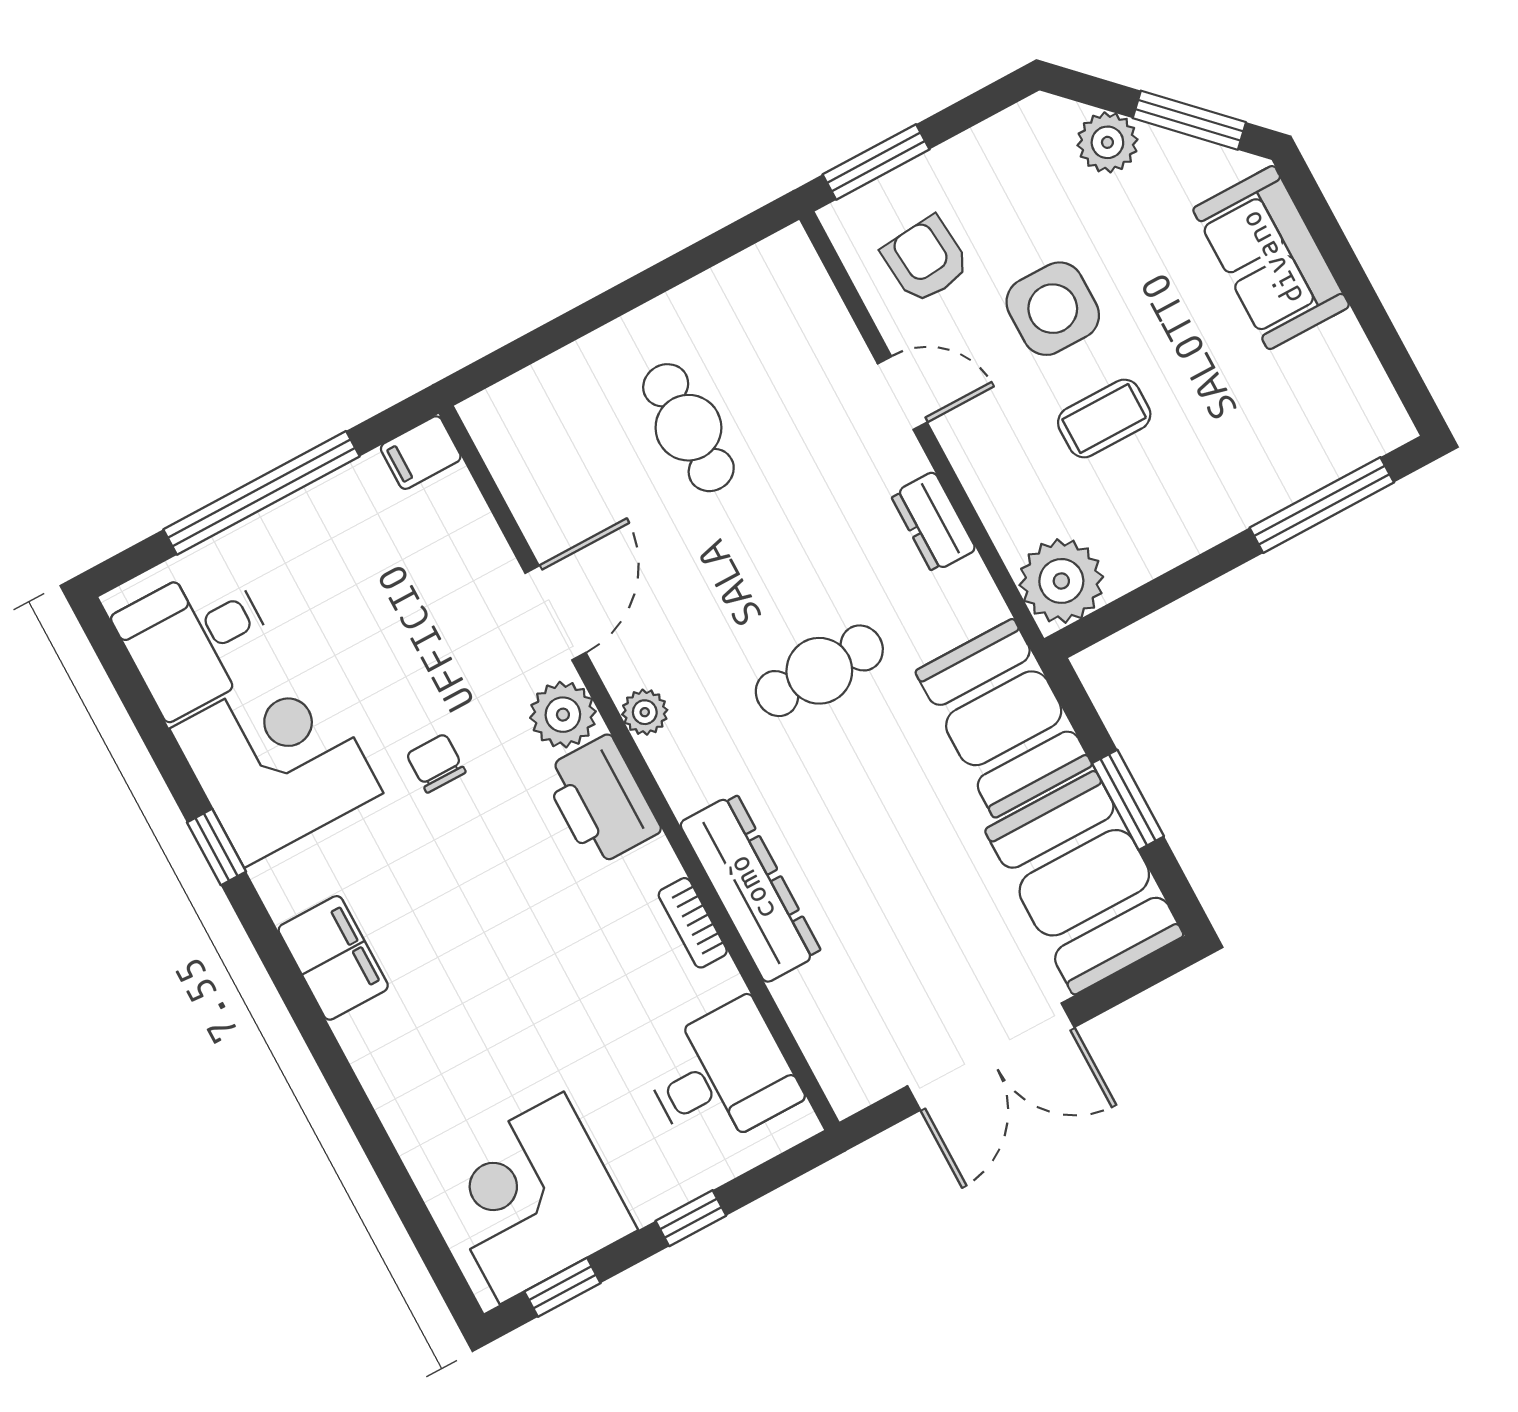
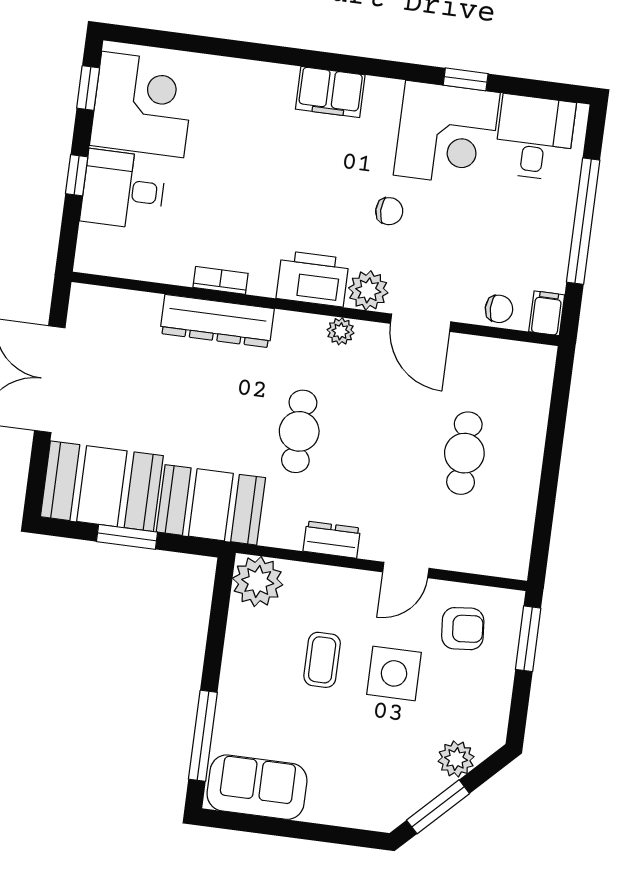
sofa: (1271, 258) -> (257, 787), moved
cafe table: (688, 428) -> (464, 453), turned 90
chair: (461, 521) -> (499, 309), added
window: (217, 847) -> (466, 79), moved
desk: (721, 1076) -> (123, 190), moved, turned 90

